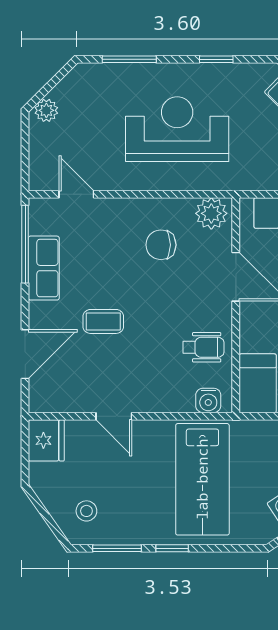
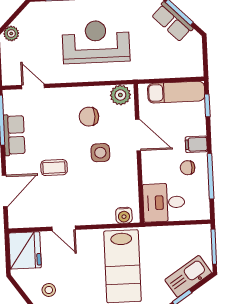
side table: (176, 302) -> (100, 153), added
wheelchair: (203, 347) -> (119, 181), removed
fridge: (46, 440) -> (25, 250), width x1.36, depth x1.34

